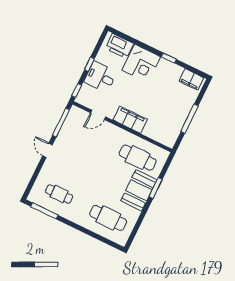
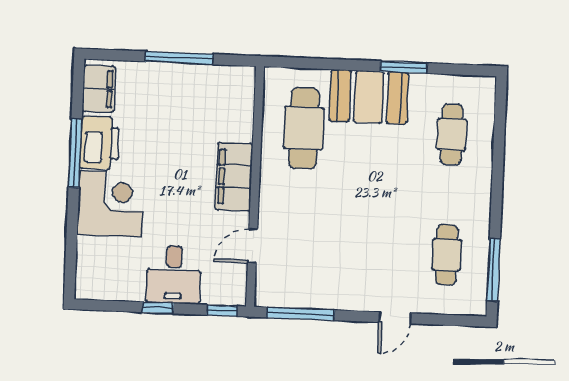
printer: (119, 46) -> (100, 143), moved
window: (169, 58) -> (75, 153), width x2.17
door: (98, 115) -> (253, 246), swing flipped
door: (48, 150) -> (395, 318), moved
window: (156, 188) -> (404, 67), moved
cafe table: (108, 218) -> (452, 134), width x0.73, depth x0.74

